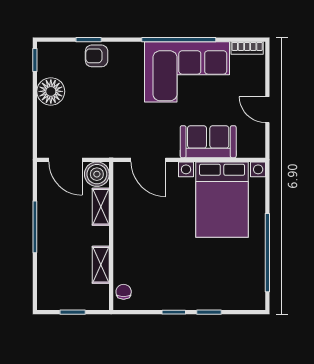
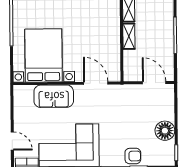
door: (267, 110) -> (12, 141), moved
boiler: (97, 174) -> (132, 73), removed
shelving: (101, 207) -> (129, 36), moved

